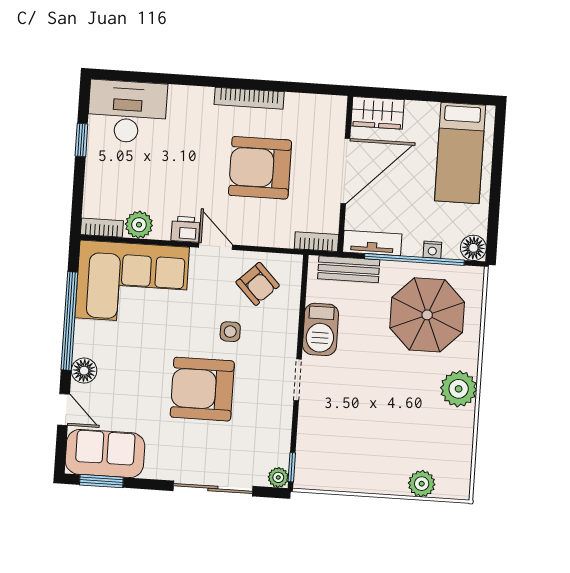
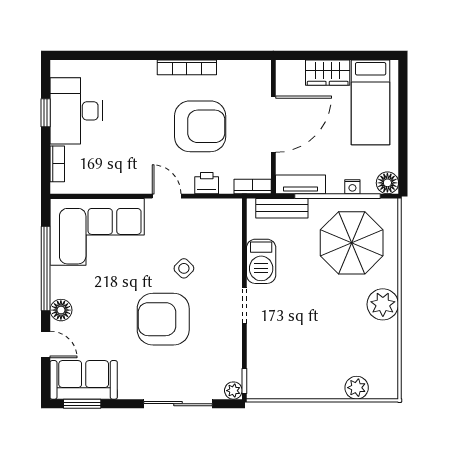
desk: (127, 112) -> (76, 111), moved, turned -90
wardrobe: (377, 113) -> (328, 73), moved
armchair: (260, 168) -> (200, 126), turned 180
plant: (139, 225) -> (100, 182), removed
bookcase: (102, 228) -> (57, 164), moved, turned 90
printer: (185, 229) -> (207, 183), moved
armchair: (258, 284) -> (205, 226), removed
side table: (230, 332) -> (184, 268), turned 45

